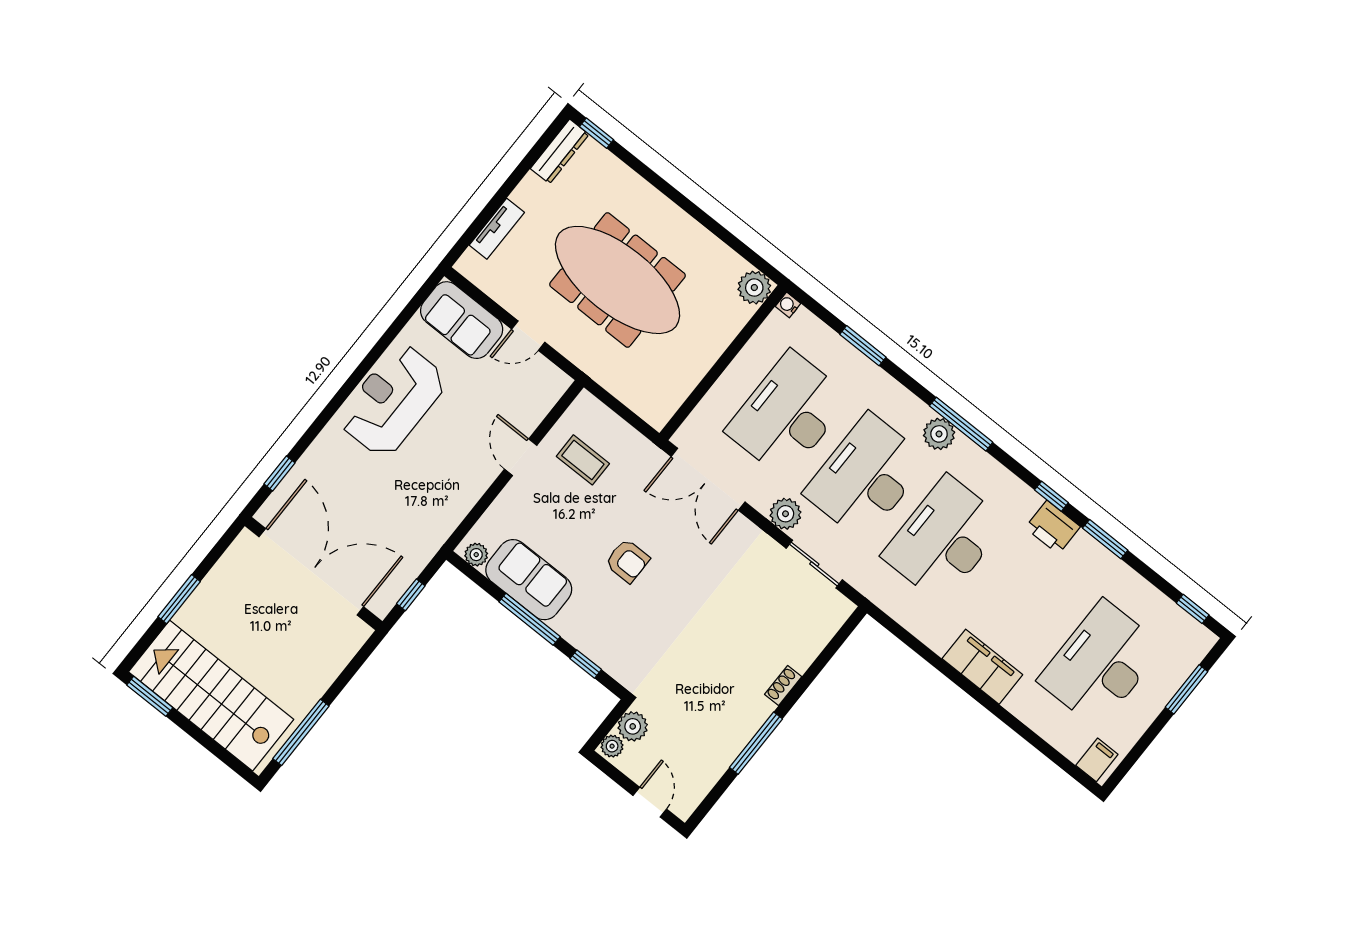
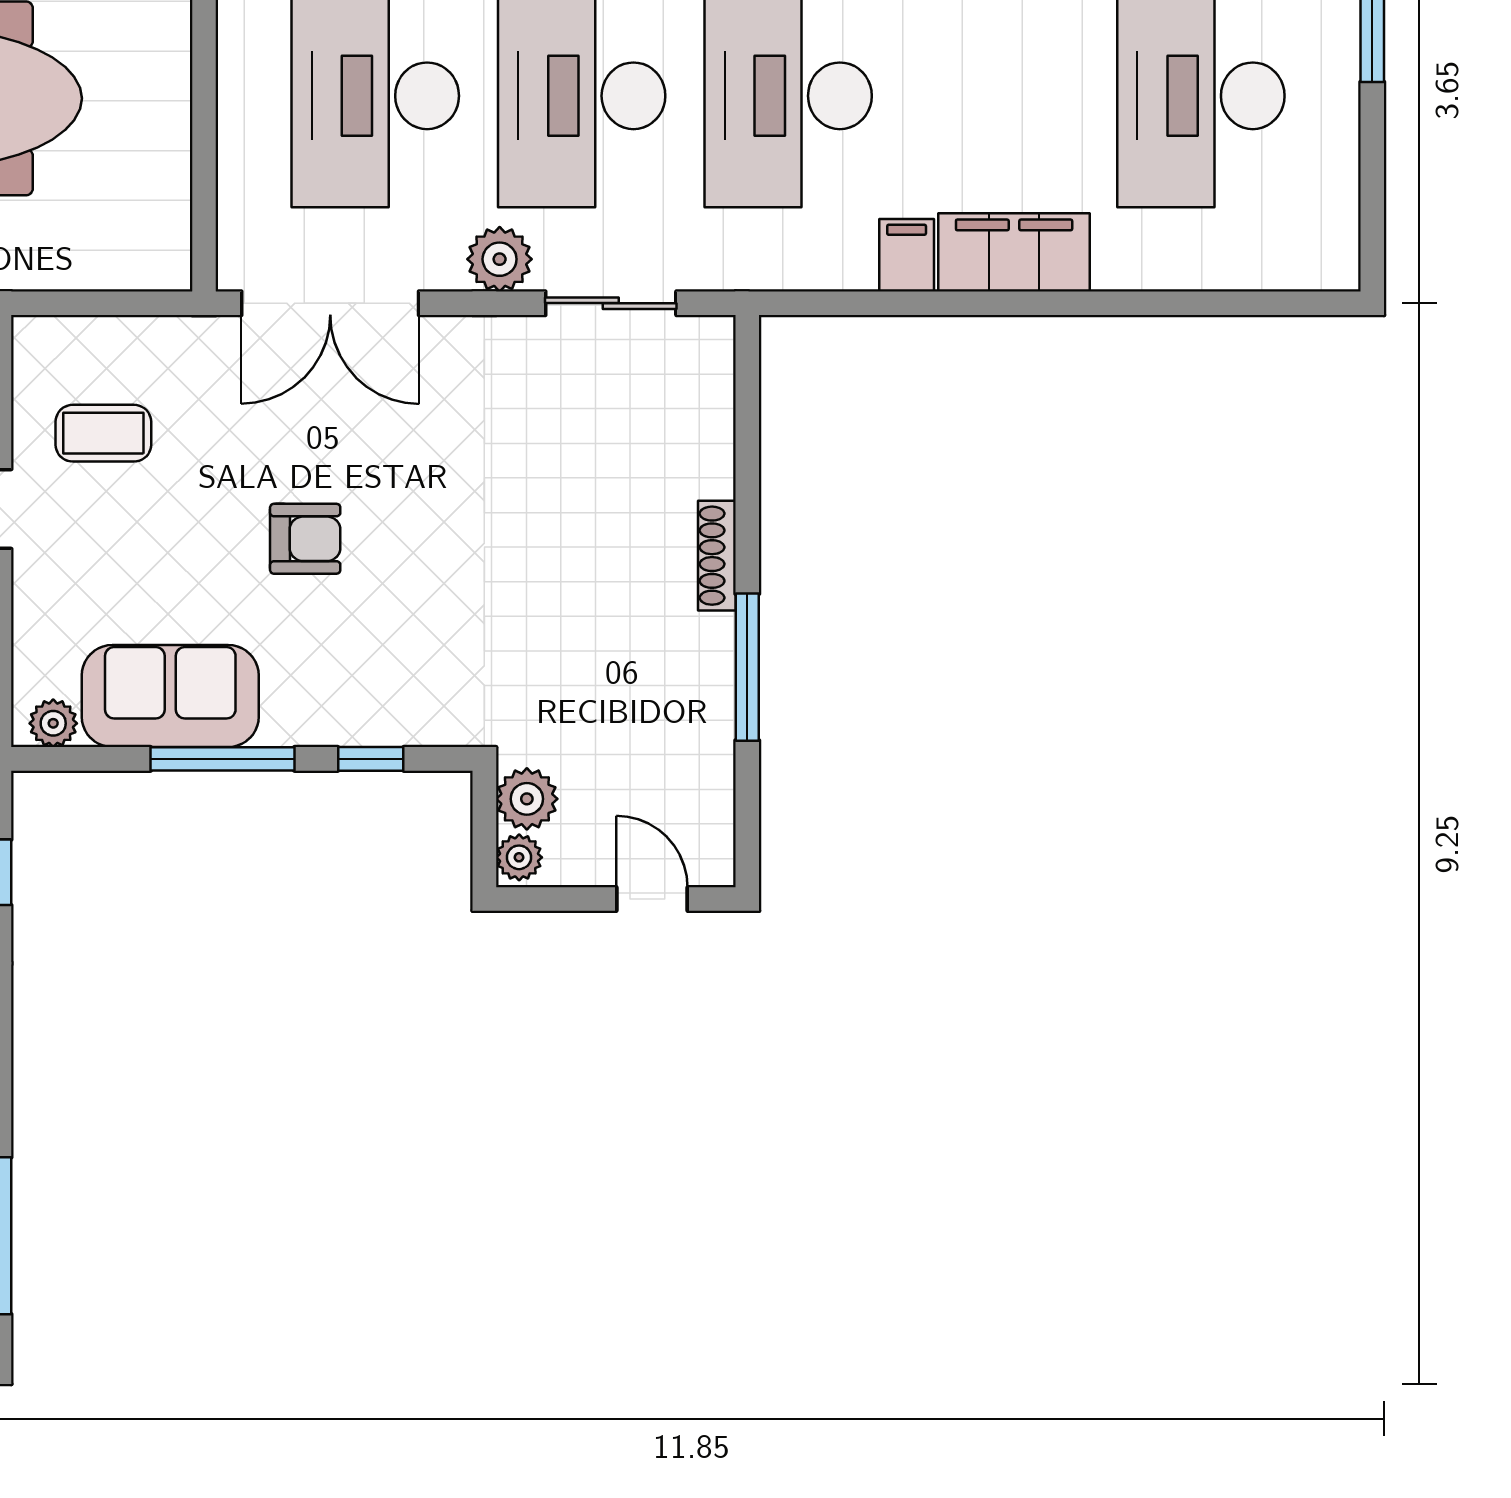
shoe rack: (783, 685) -> (717, 556), width x1.43
filing cabinet: (1097, 760) -> (907, 255), moved

